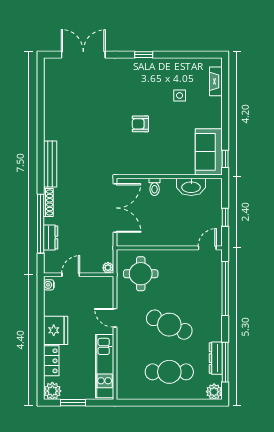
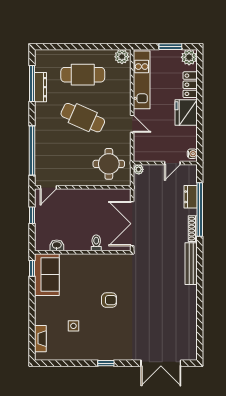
washbasin: (191, 187) -> (57, 245), width x0.52, depth x0.69
plant: (214, 392) -> (122, 57), moved

